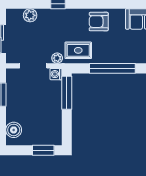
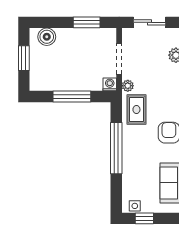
window: (67, 93) -> (72, 97), moved
window: (43, 150) -> (24, 58), moved

